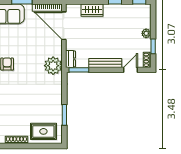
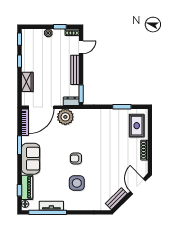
plant: (53, 66) -> (65, 117), moved
door: (130, 70) -> (81, 47), swing flipped

